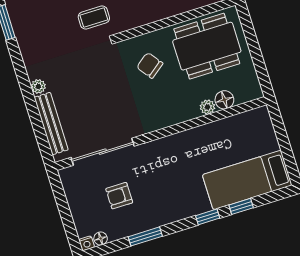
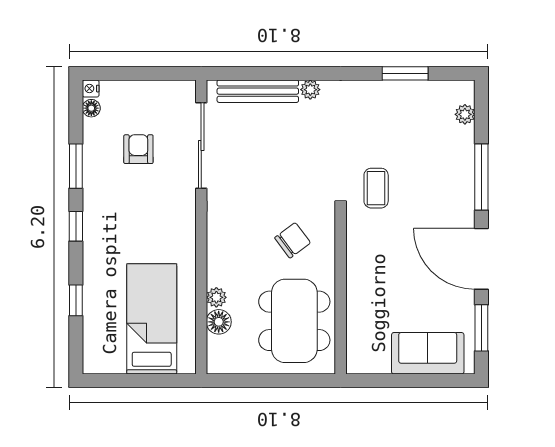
bed: (247, 180) -> (152, 319), moved
window: (208, 217) -> (76, 226), moved

